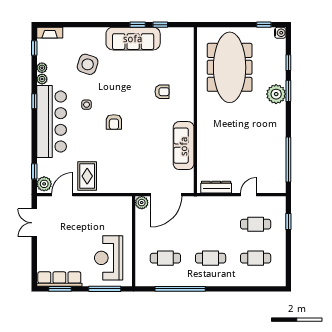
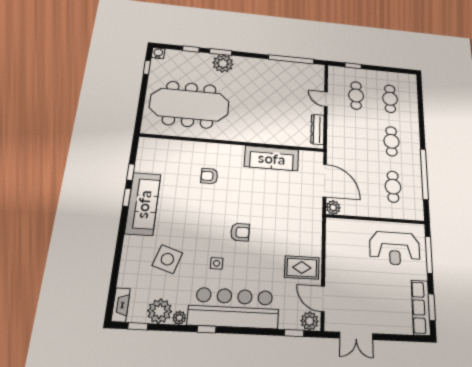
plant: (42, 68) -> (160, 311), width x1.88, depth x1.88
armchair: (162, 92) -> (209, 176), turned -90

